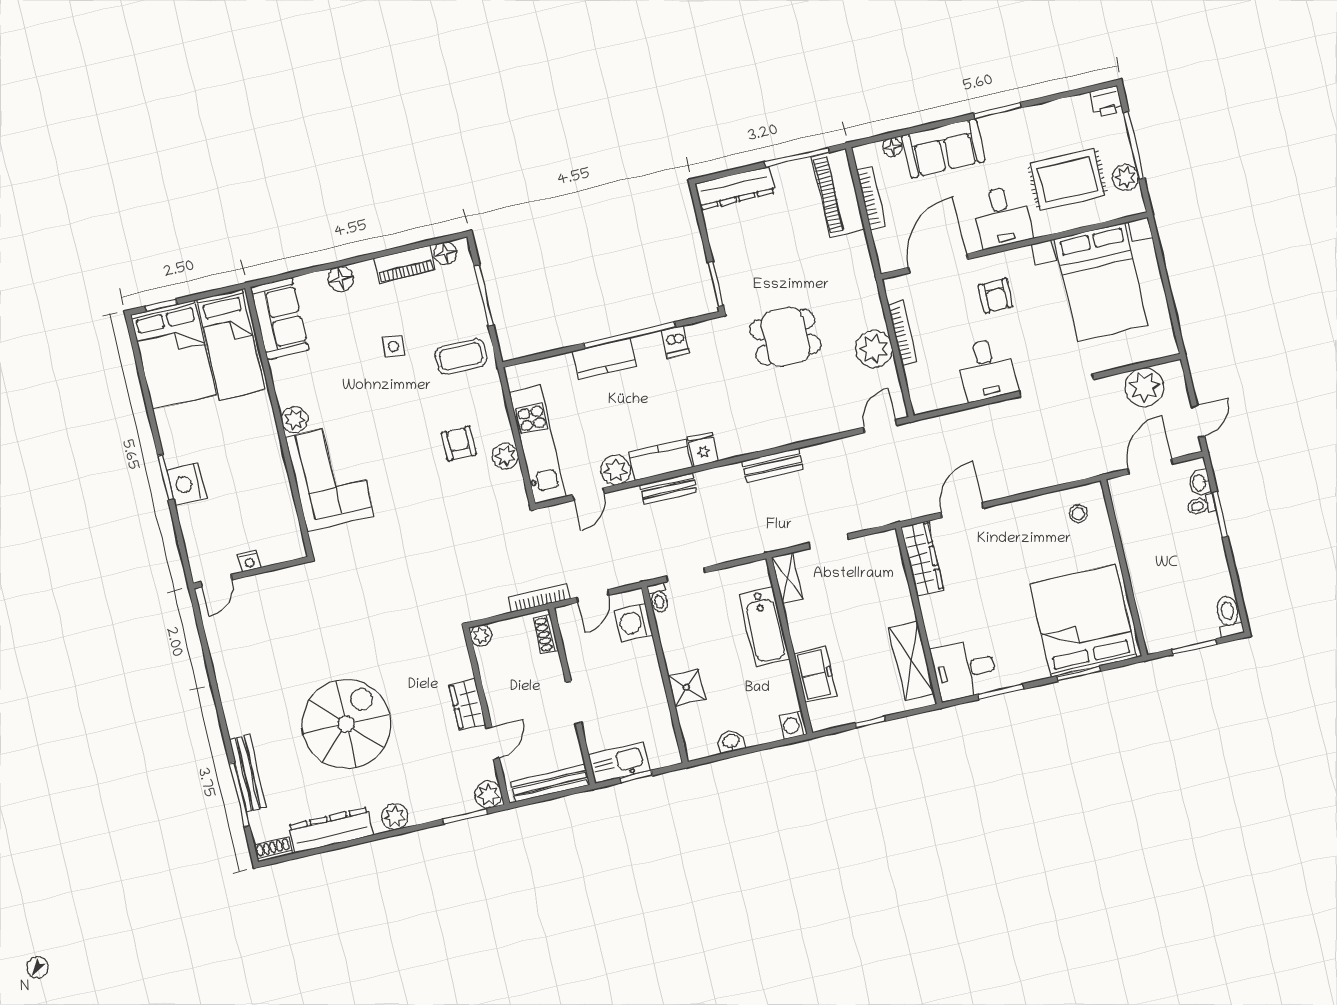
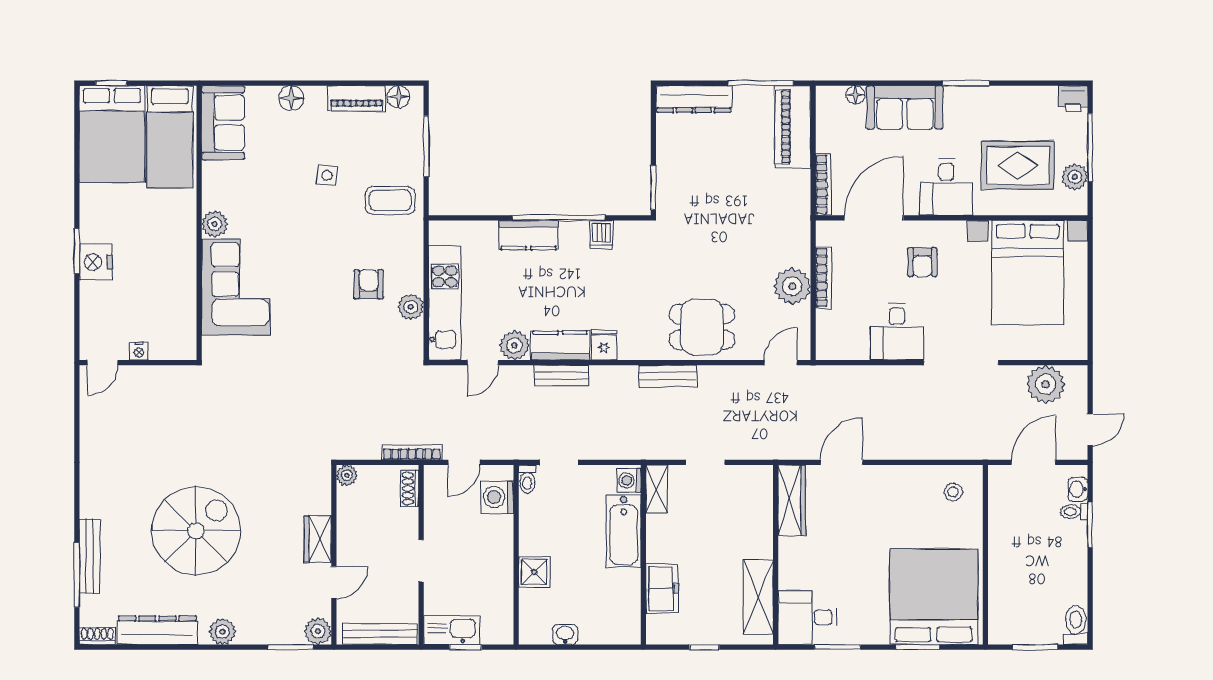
bookcase: (871, 198) -> (823, 184), moved
dining table: (785, 337) -> (702, 327), moved
washing machine: (793, 725) -> (629, 480), moved

